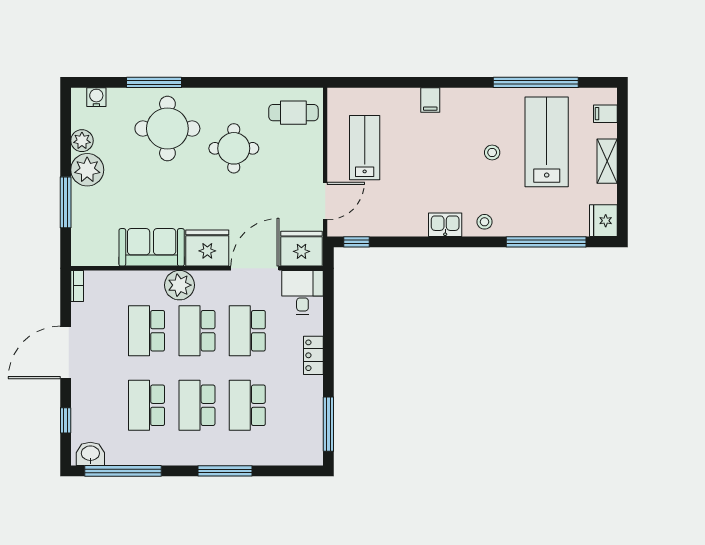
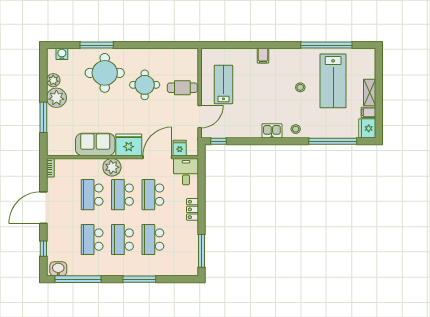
cafe table: (293, 113) -> (182, 88), moved
filing cabinet: (605, 114) -> (368, 112), moved
lab bench: (547, 142) -> (333, 81), turned 180
fridge: (301, 249) -> (180, 148), width x0.53, depth x0.75

